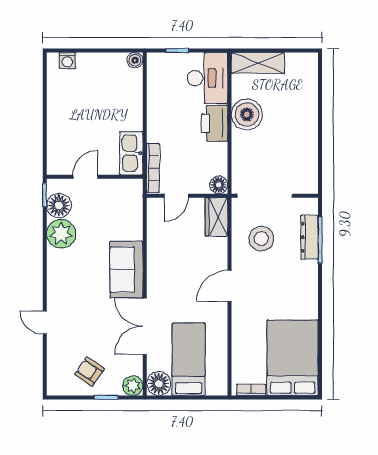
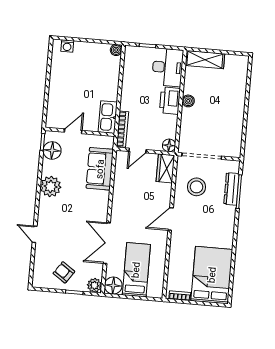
boiler: (247, 114) -> (188, 101), width x0.54, depth x0.54
plant: (61, 234) -> (51, 186), moved
sofa: (126, 269) -> (100, 169), moved

